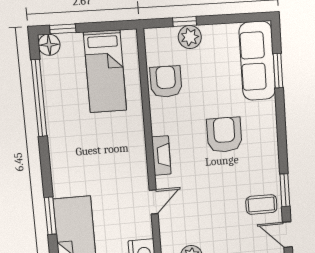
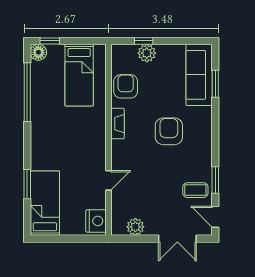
fireplace: (161, 155) -> (118, 124), moved

